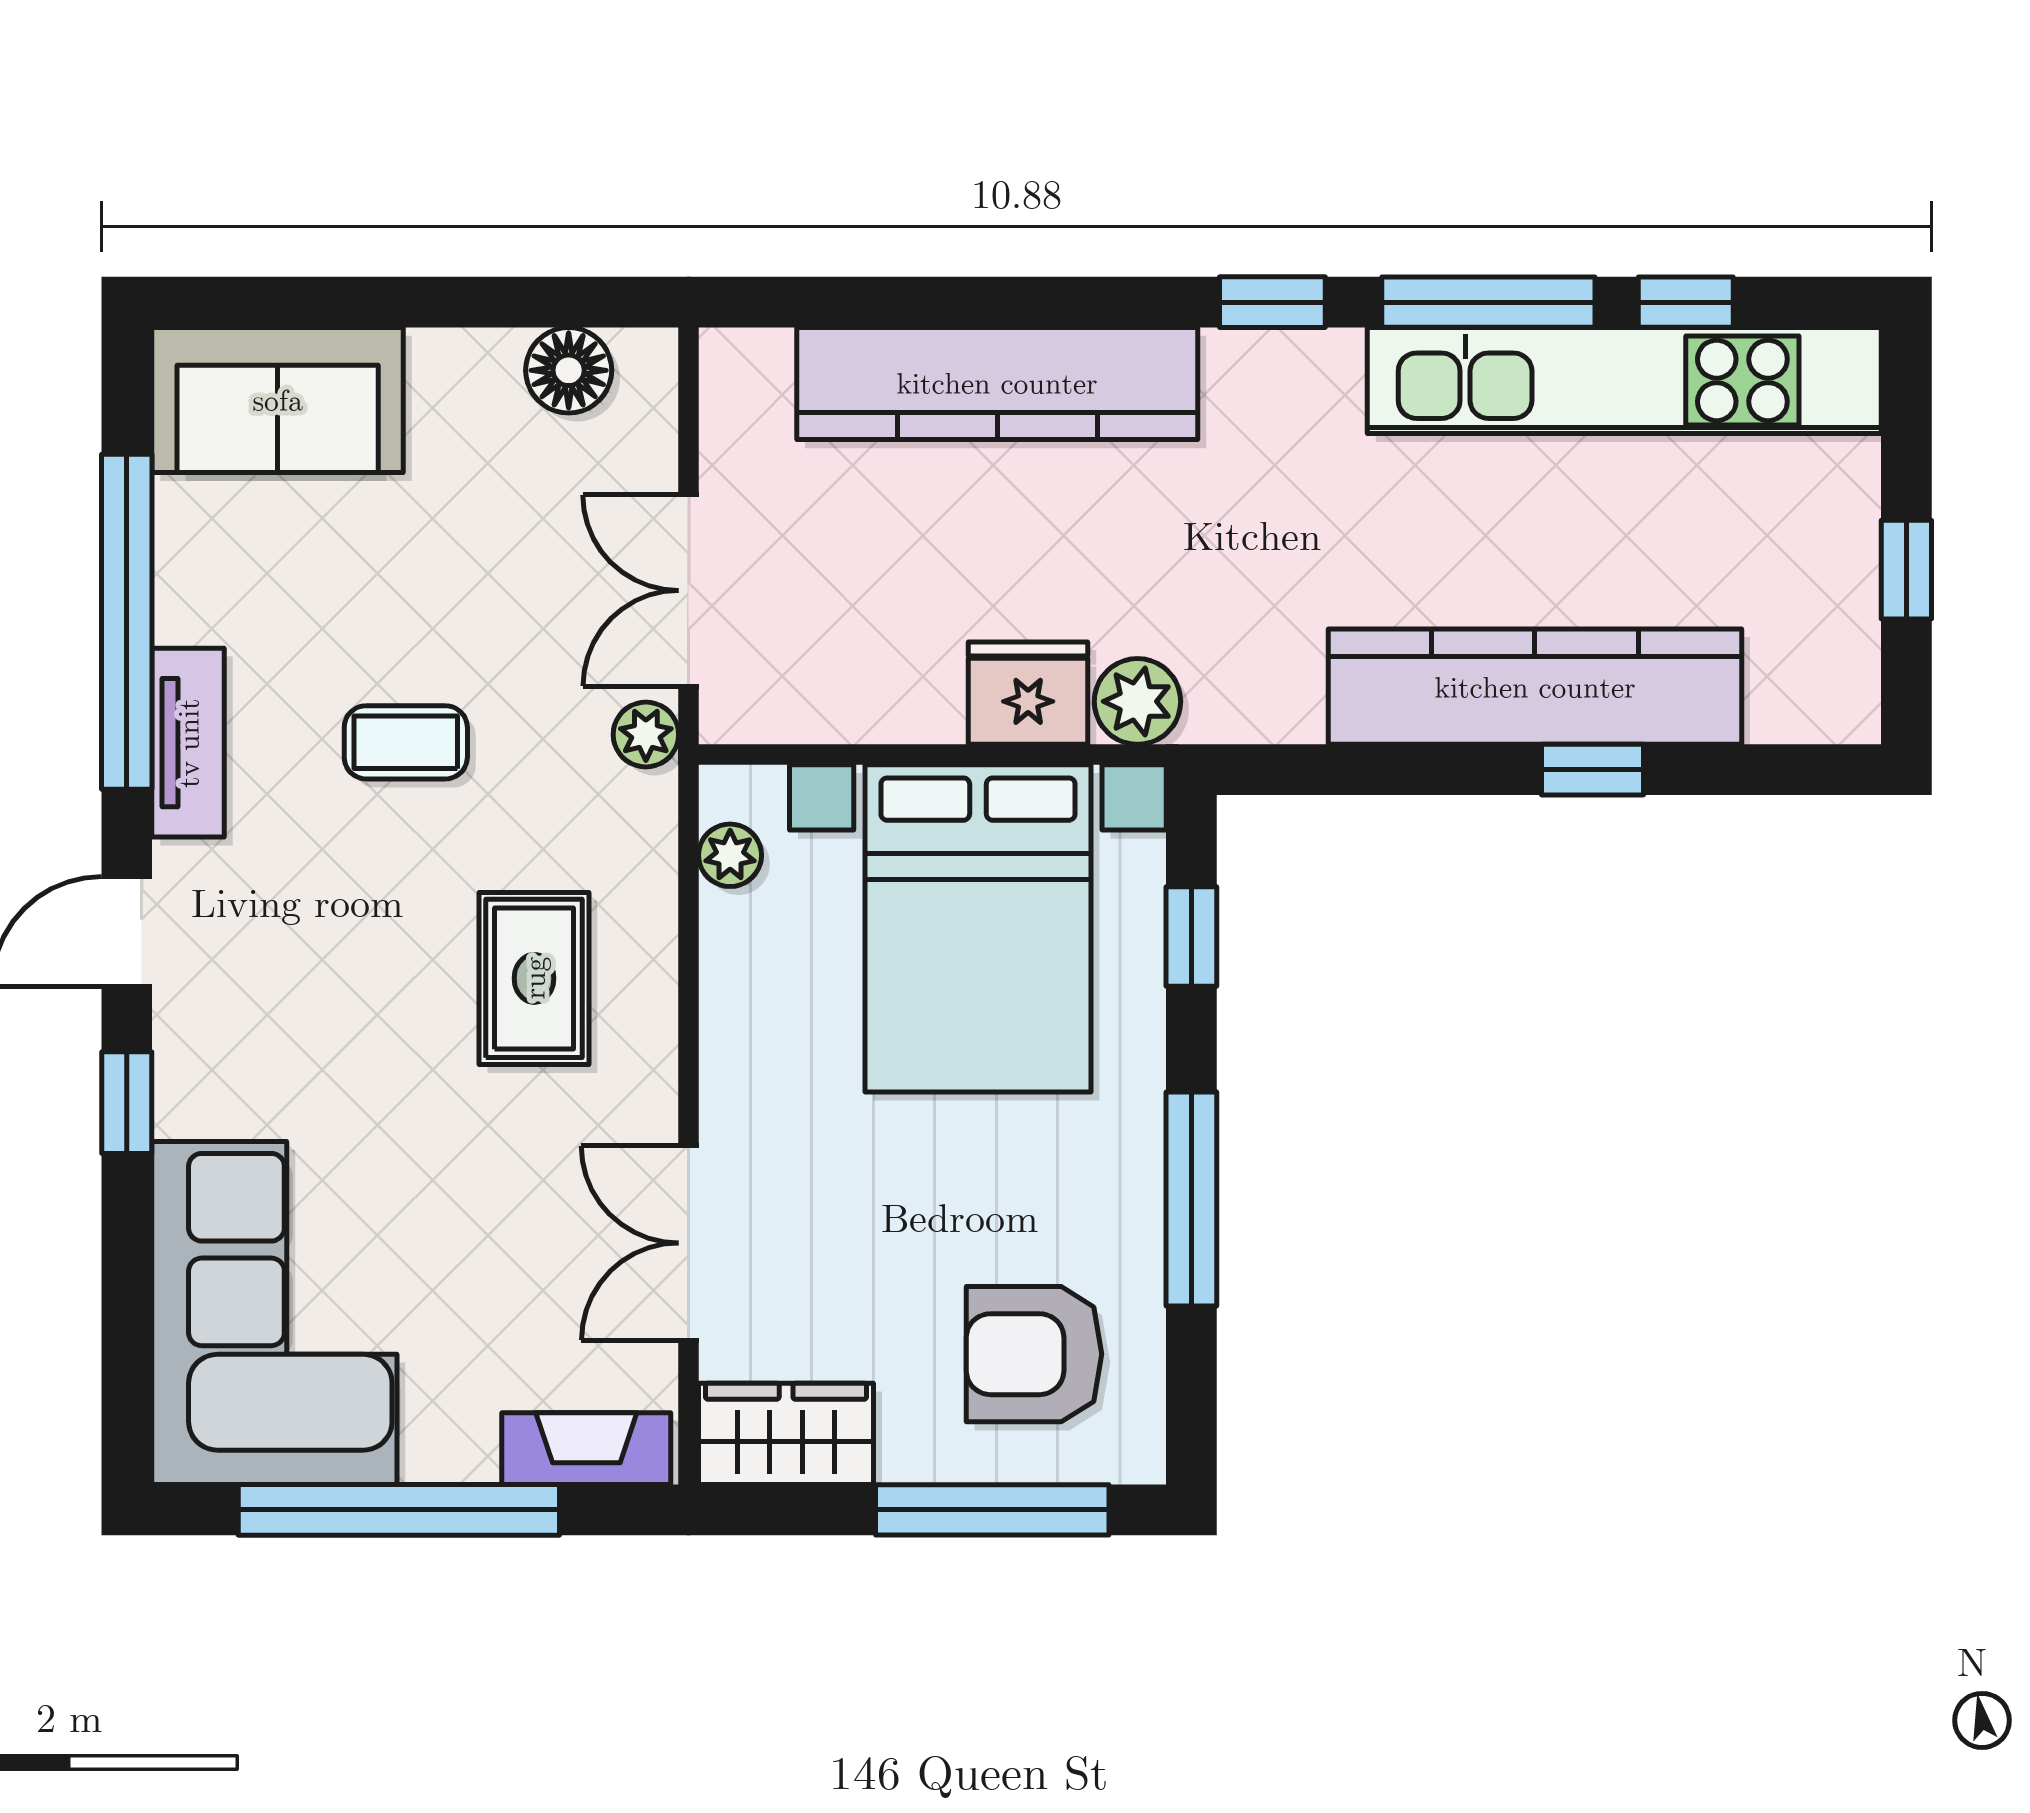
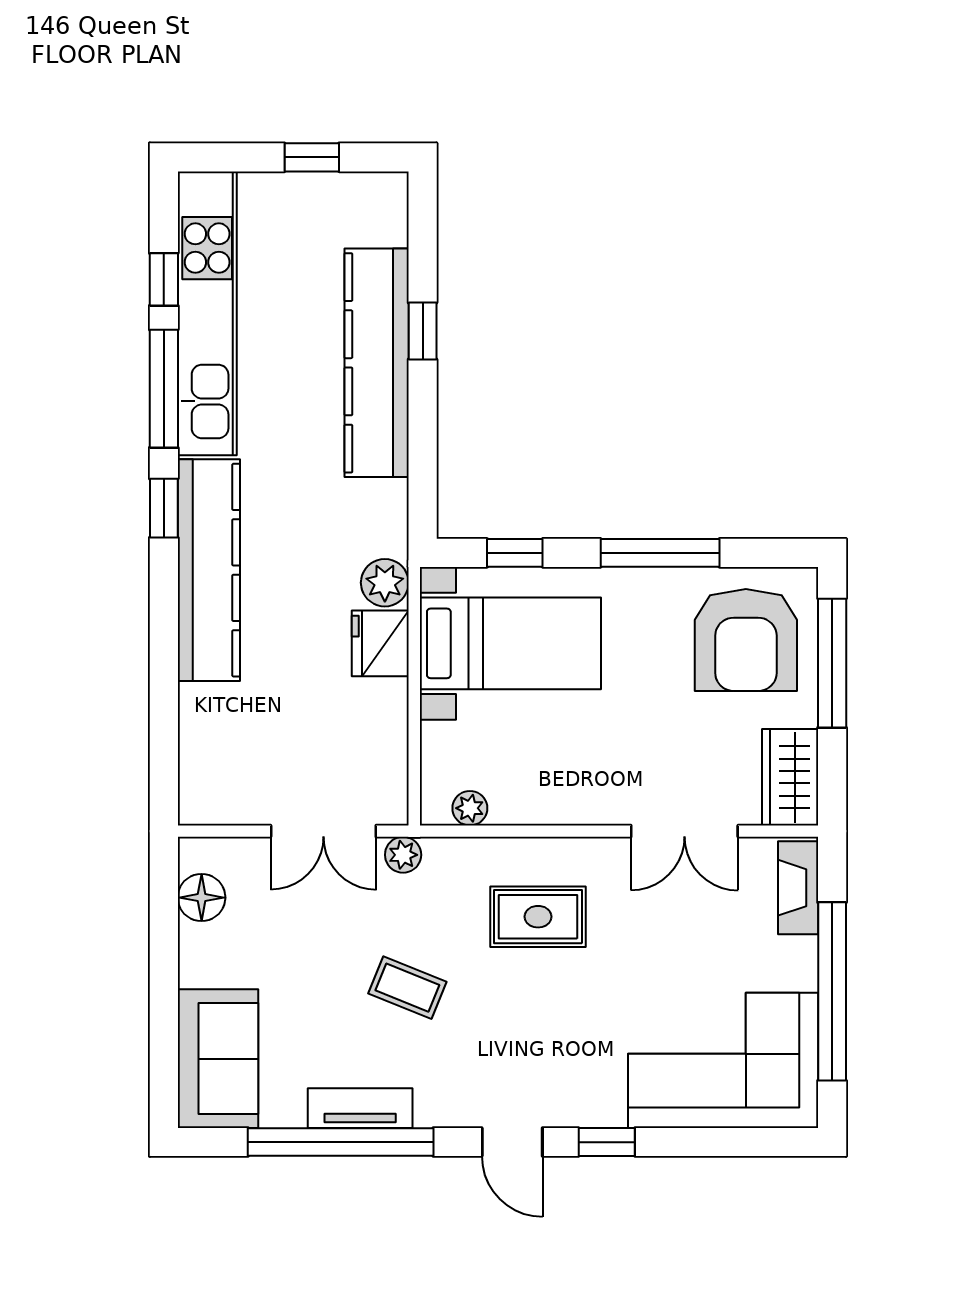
kitchen counter: (997, 383) -> (209, 570), moved
coffee table: (406, 742) -> (407, 988), turned -68
tv unit: (188, 743) -> (360, 1108), moved
bed with nightstands: (978, 928) -> (510, 643), width x0.73
armchair: (1034, 1354) -> (746, 640), width x1.36, depth x1.36

